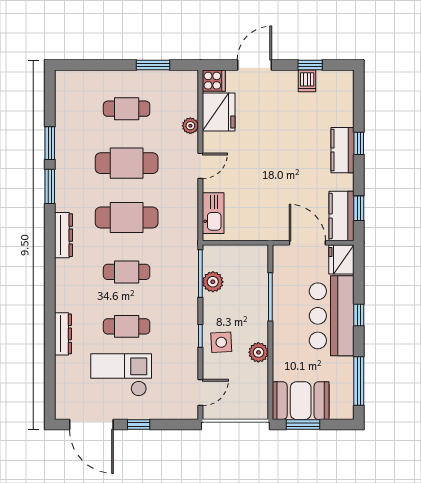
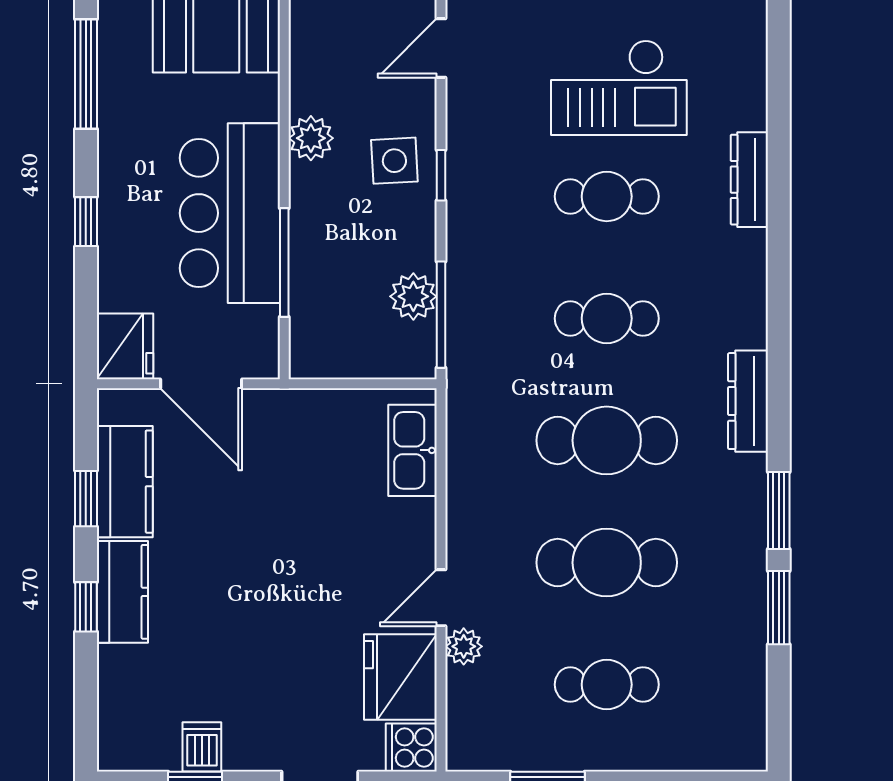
door: (200, 166) -> (441, 598), moved
window: (359, 208) -> (86, 499), moved
kitchen counter: (342, 216) -> (125, 482), moved
bar counter: (332, 316) -> (230, 213), moved, turned 180

